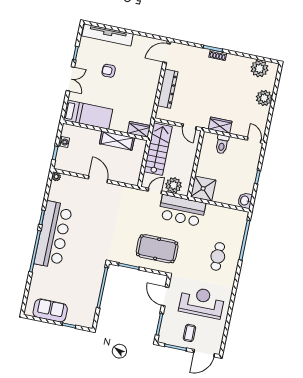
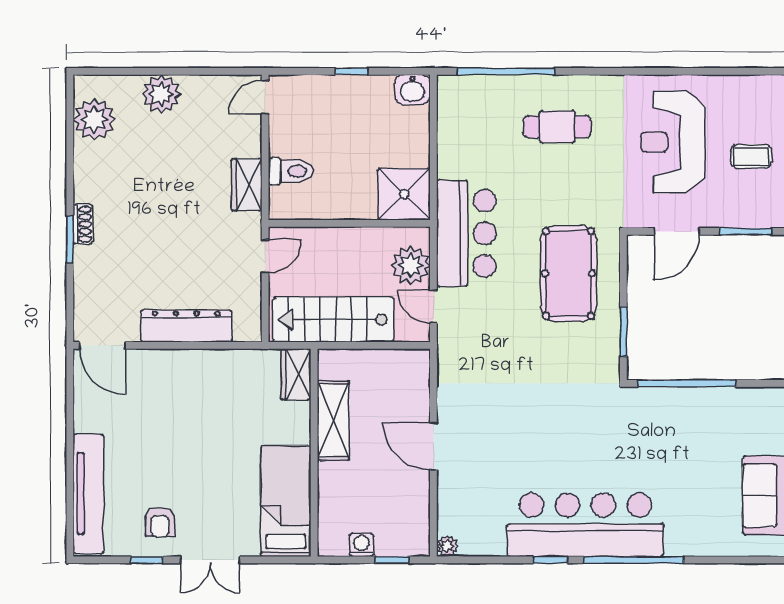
armchair: (109, 71) -> (160, 522), moved
double door: (70, 79) -> (210, 560), swing flipped
door: (98, 179) -> (433, 446), hinge flipped

